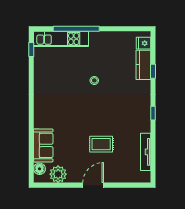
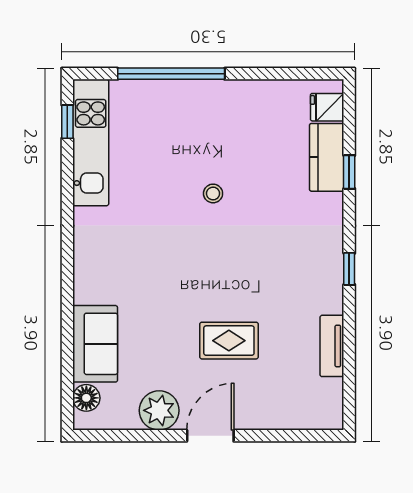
kitchen unit: (61, 39) -> (91, 143), moved, turned -90
tv unit: (146, 152) -> (332, 346), width x0.71
plant: (58, 174) -> (159, 410), moved

